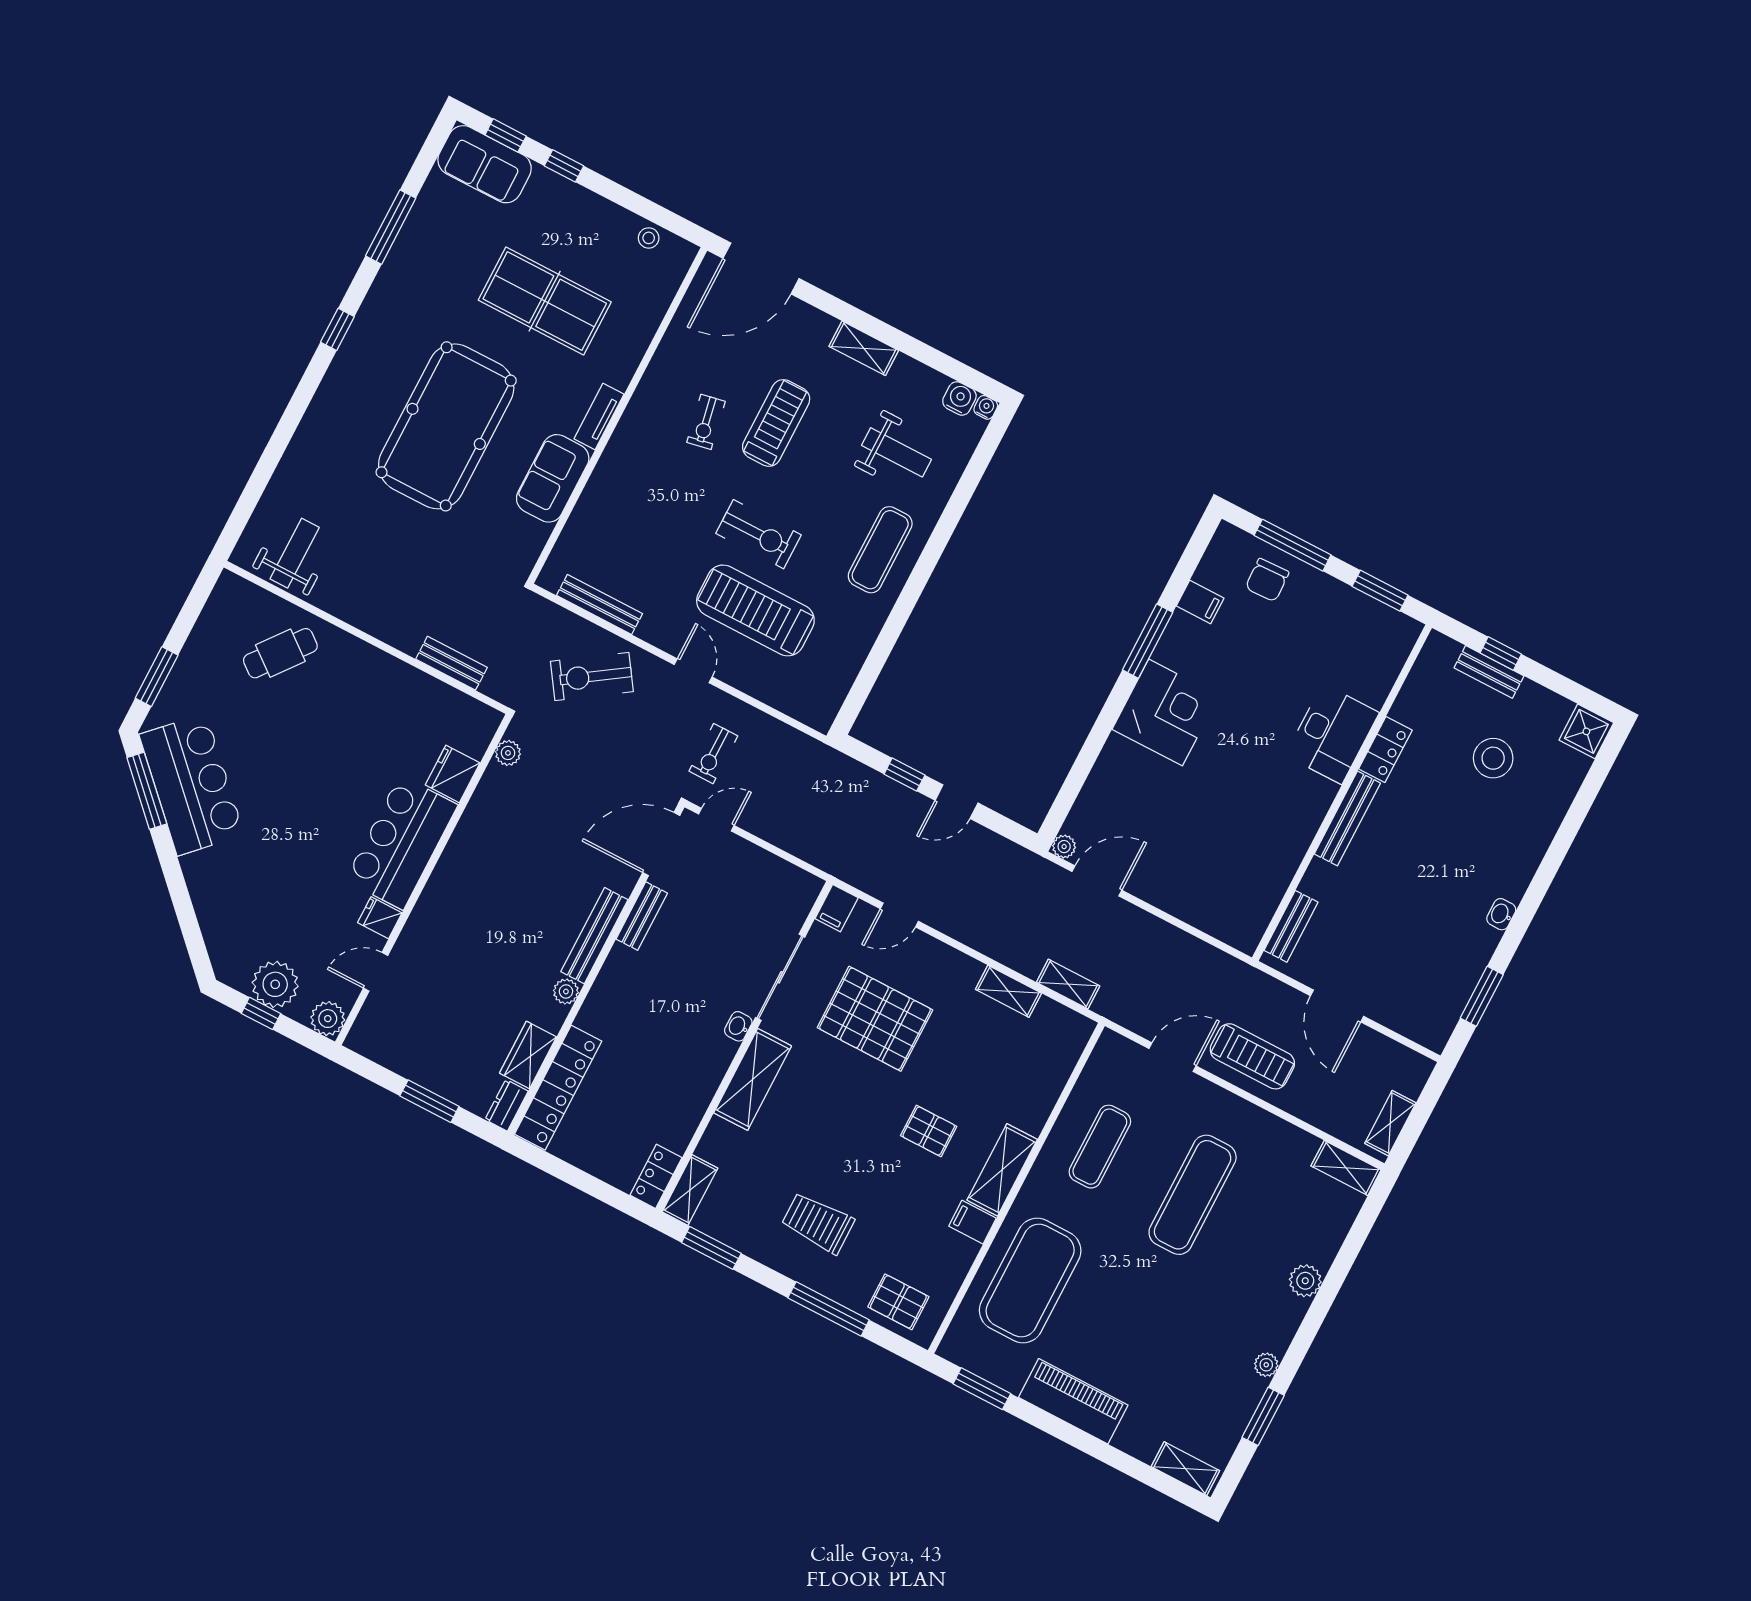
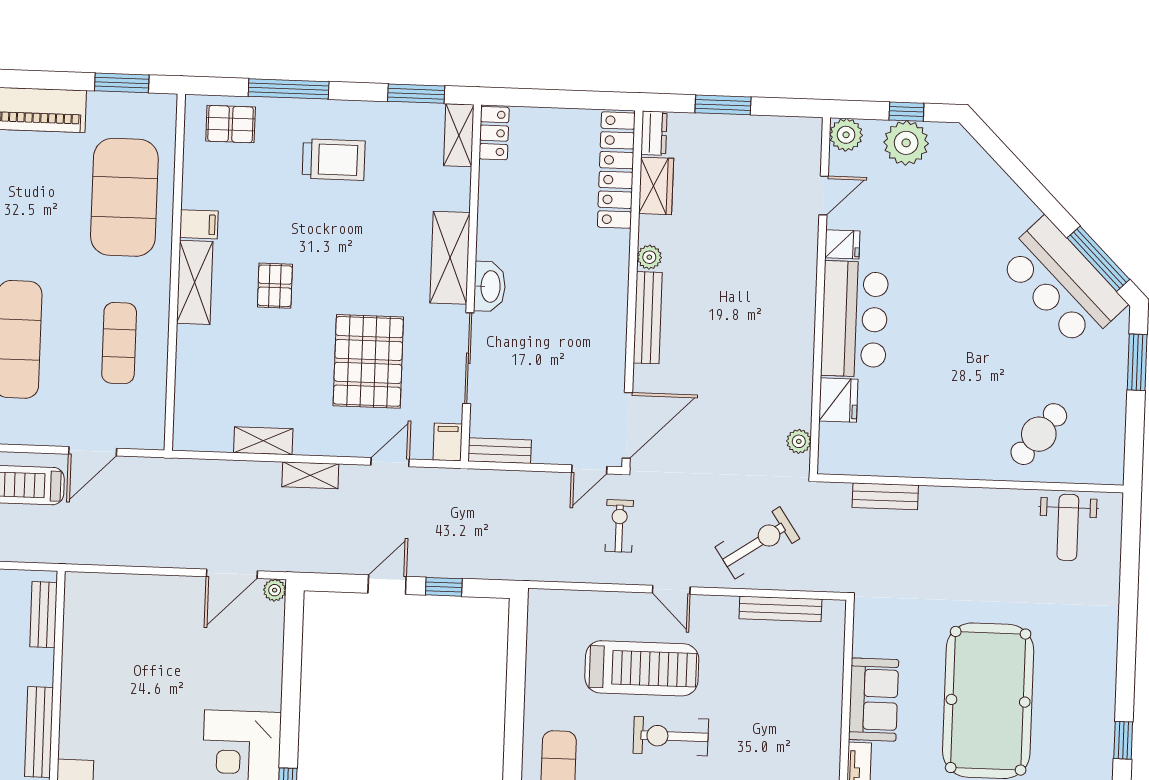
bench: (642, 916) -> (500, 451), moved, turned 90
shelving: (1068, 984) -> (310, 475), moved
pallet: (875, 1019) -> (368, 361), turned 90
washbasin: (738, 1026) -> (490, 286), width x1.91, depth x1.45
pallet: (929, 1131) -> (275, 286), turned 90

